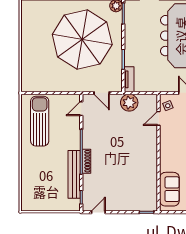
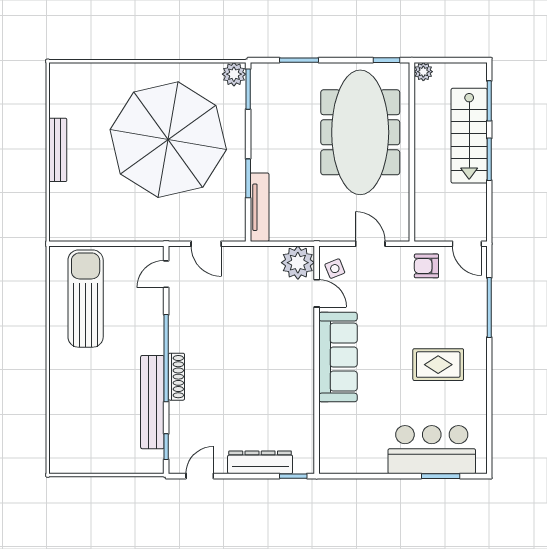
bench: (25, 45) -> (58, 150), added
tv unit: (129, 79) -> (260, 207), width x1.41
plant: (129, 103) -> (298, 263), moved
door: (158, 118) -> (317, 293), swing flipped
sofa: (169, 189) -> (338, 357), moved, width x1.36
dresser: (129, 205) -> (260, 462), added

